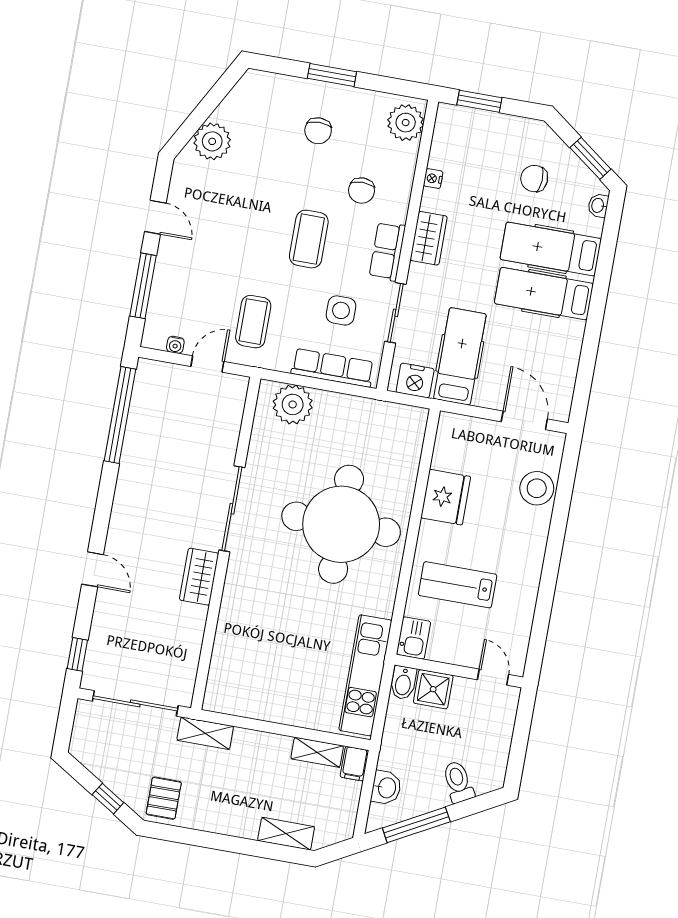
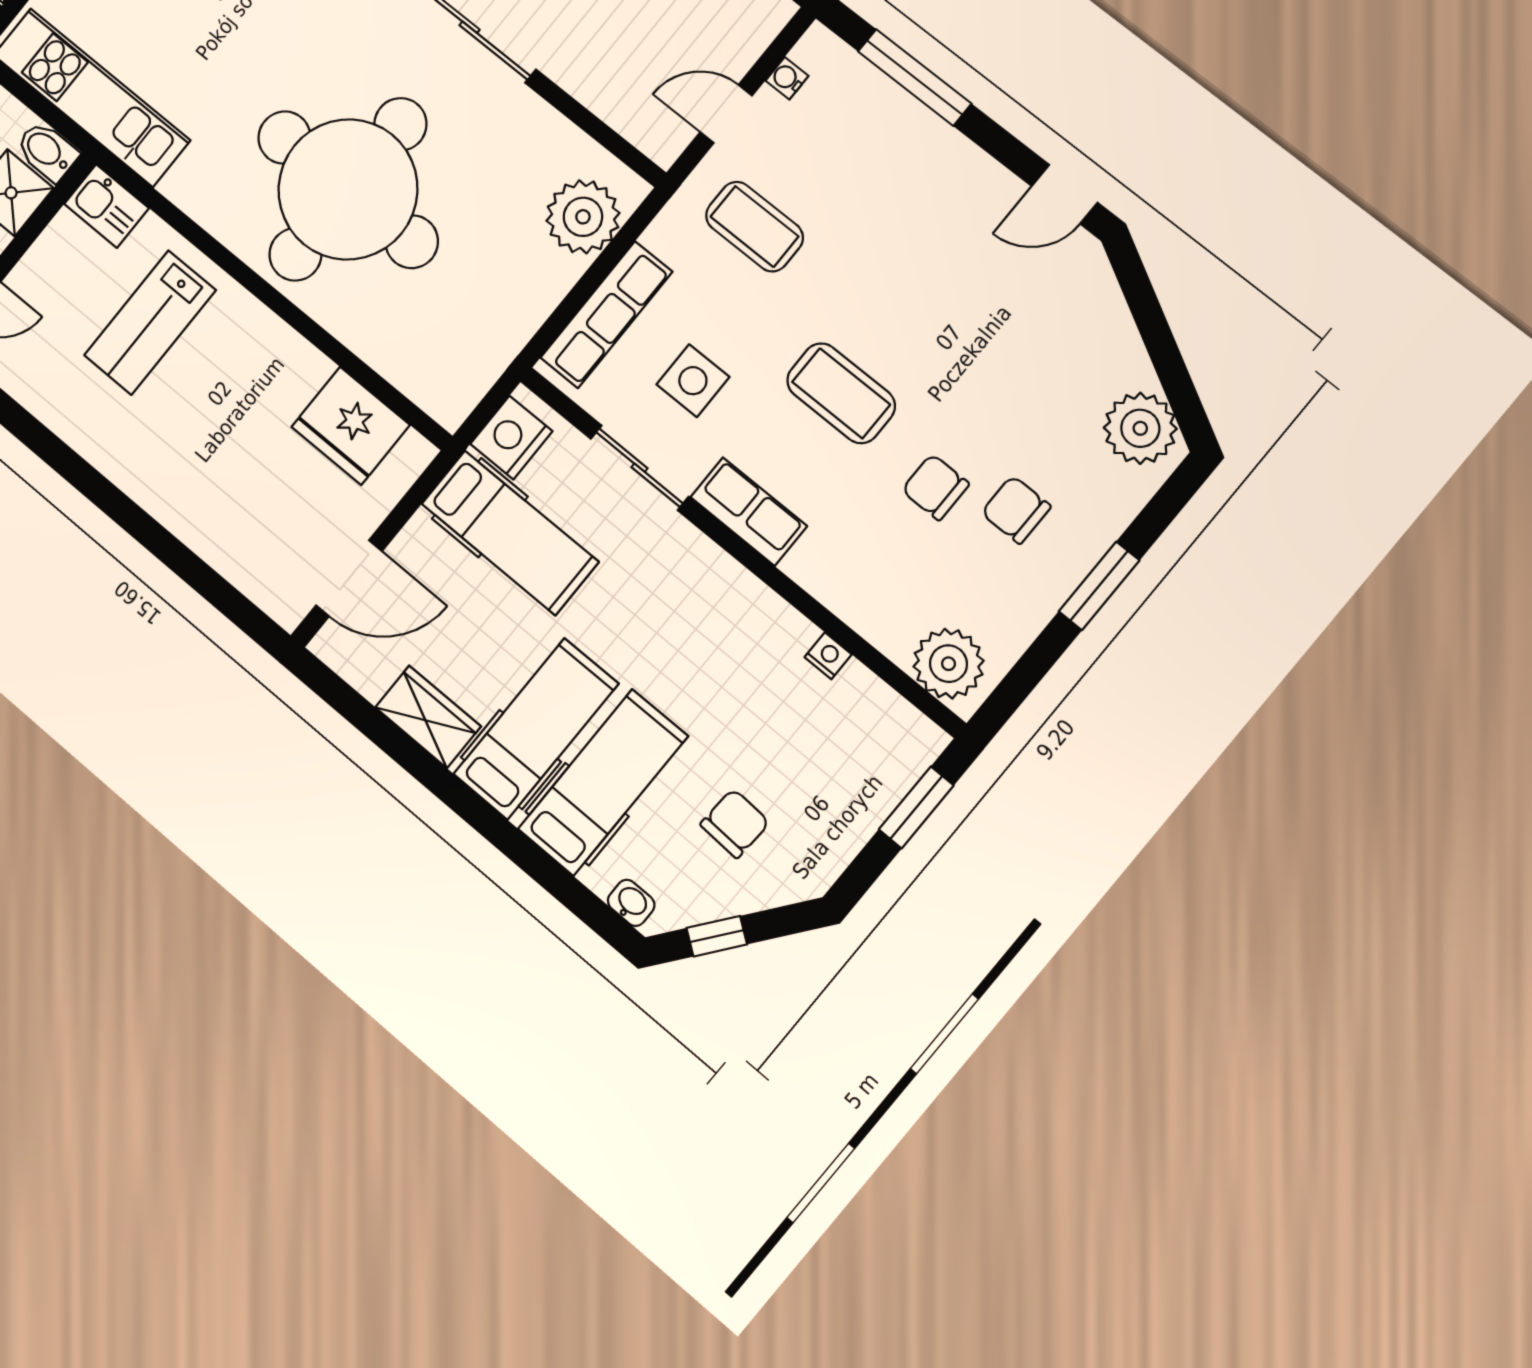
plant: (212, 141) -> (1140, 428), moved
window: (590, 158) -> (717, 936), width x0.67
chair: (362, 191) -> (935, 487), moved
door: (155, 217) -> (1065, 194), moved
wardrobe: (429, 238) -> (428, 717), moved, turned 180
door: (207, 364) -> (726, 114), swing flipped
stool: (537, 488) -> (230, 536), removed
fridge: (446, 497) -> (351, 426), moved
lab bench: (458, 585) -> (150, 323), turned 180

